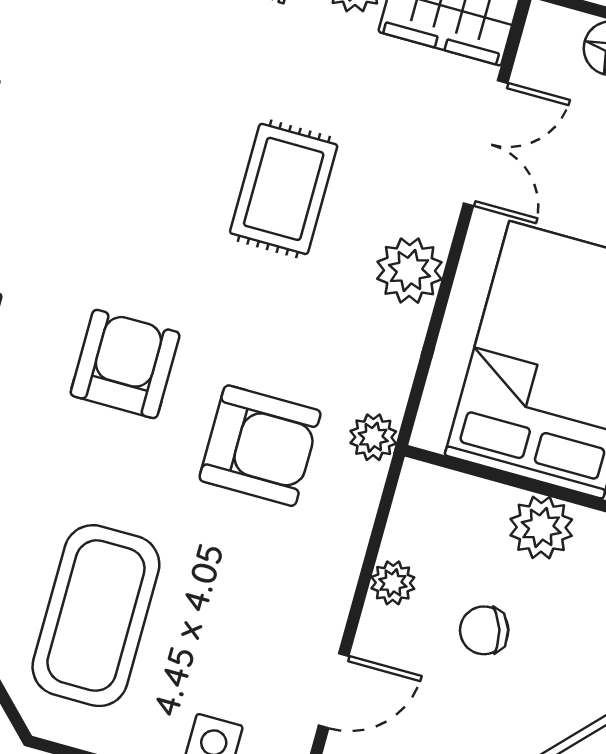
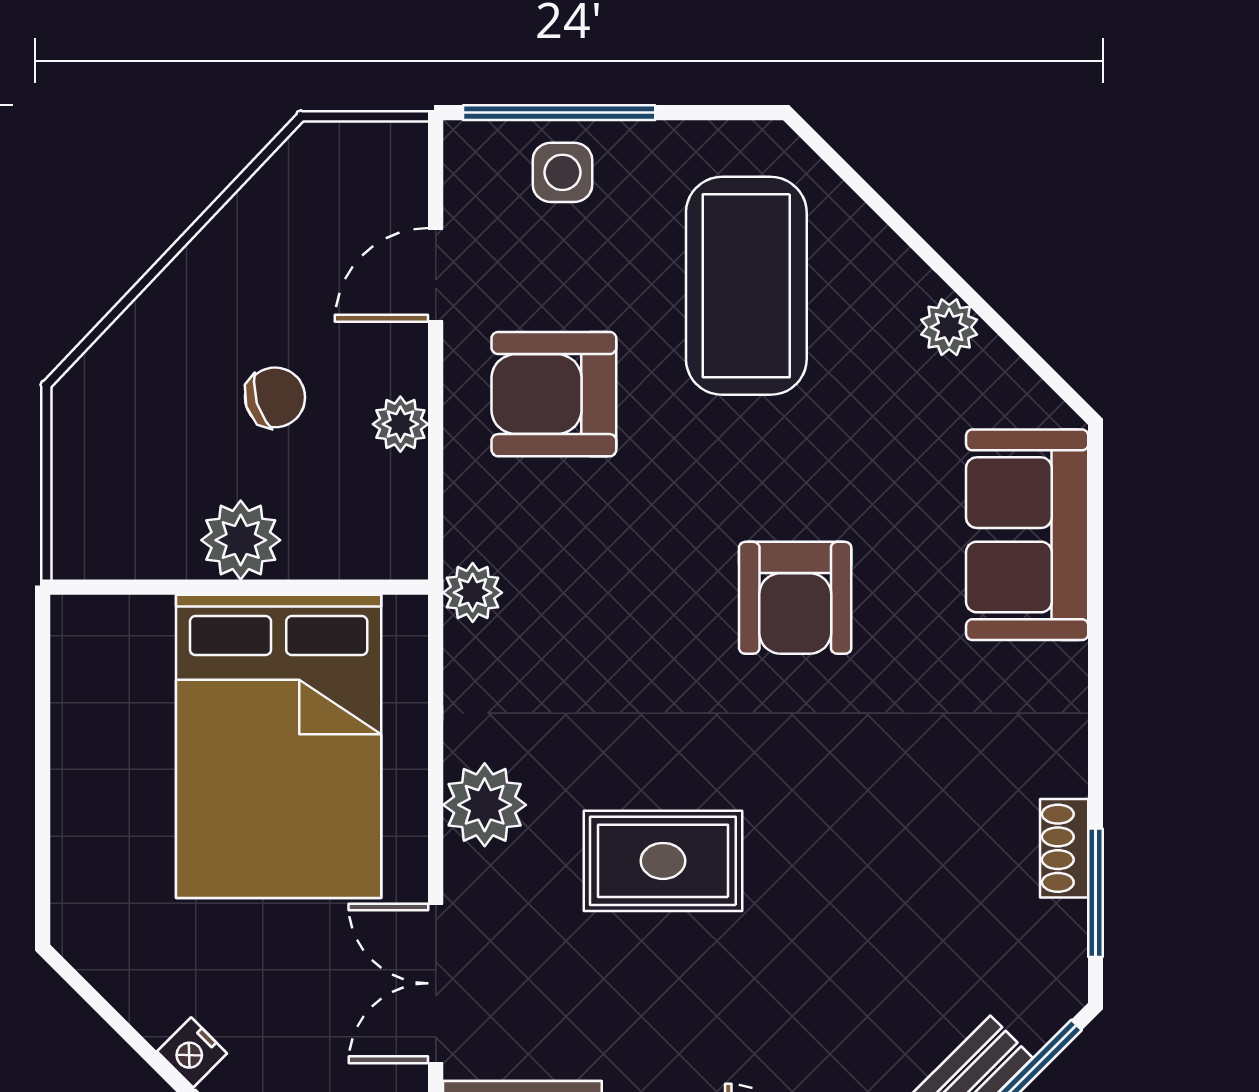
rug: (284, 189) -> (663, 861), turned 90
armchair: (260, 446) -> (554, 394), moved

